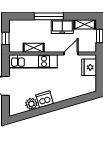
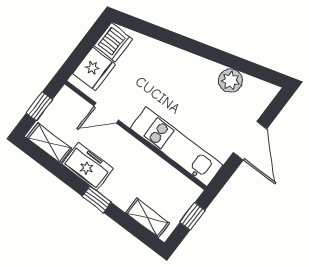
window: (49, 16) -> (97, 199), width x0.46
shelving: (34, 48) -> (148, 218), moved
dishwasher: (45, 99) -> (113, 42), moved, turned -74

